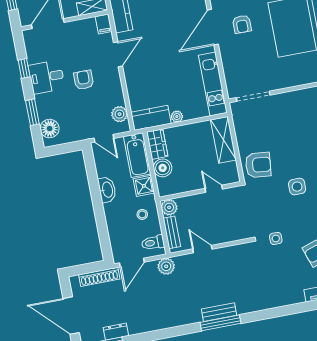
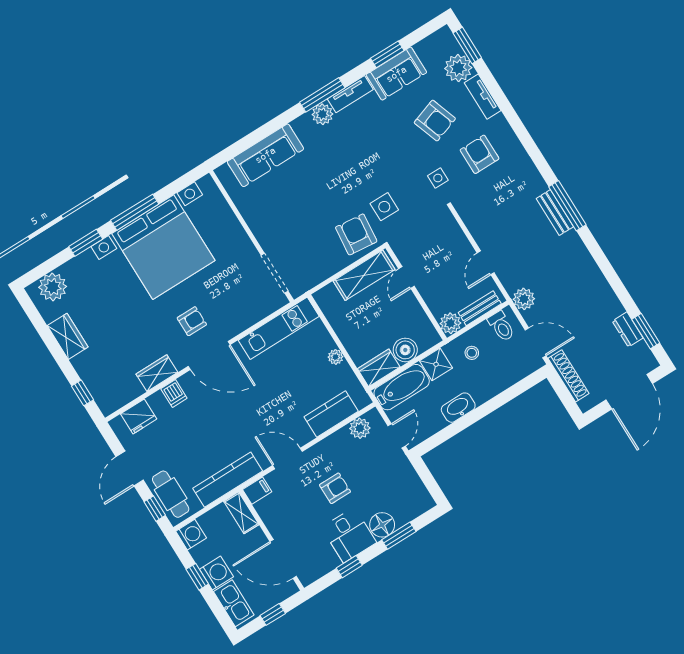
armchair: (84, 80) -> (335, 488), turned 180
kitchen counter: (151, 118) -> (331, 414), moved, turned 90
floor lamp: (50, 129) -> (382, 525), moved
shelving: (223, 140) -> (364, 275), moved
side table: (297, 187) -> (384, 207), moved
armchair: (281, 275) -> (480, 154), added

